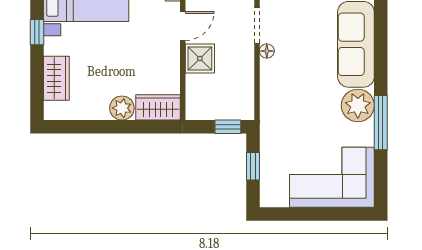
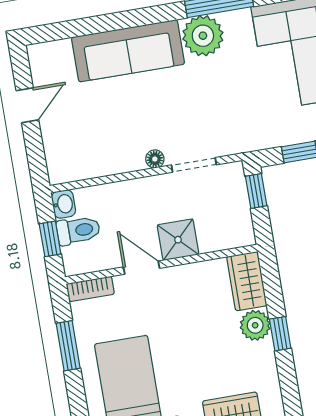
doorway: (257, 25) -> (194, 165), moved
window: (112, 127) -> (280, 334), added

